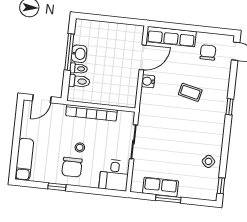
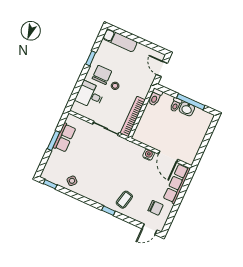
toilet: (79, 81) -> (155, 97), moved
coffee table: (190, 92) -> (124, 200), moved
bookcase: (91, 113) -> (133, 117), moved
chair: (72, 167) -> (102, 75), turned 90
desk: (114, 175) -> (90, 95), moved

